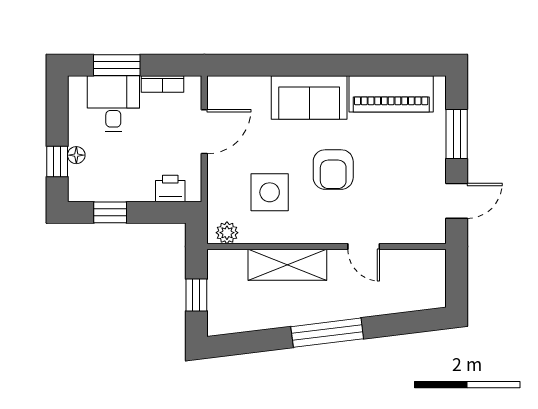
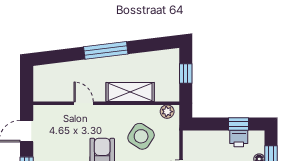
printer: (170, 188) -> (239, 139), moved
side table: (270, 192) -> (141, 136), turned 33

